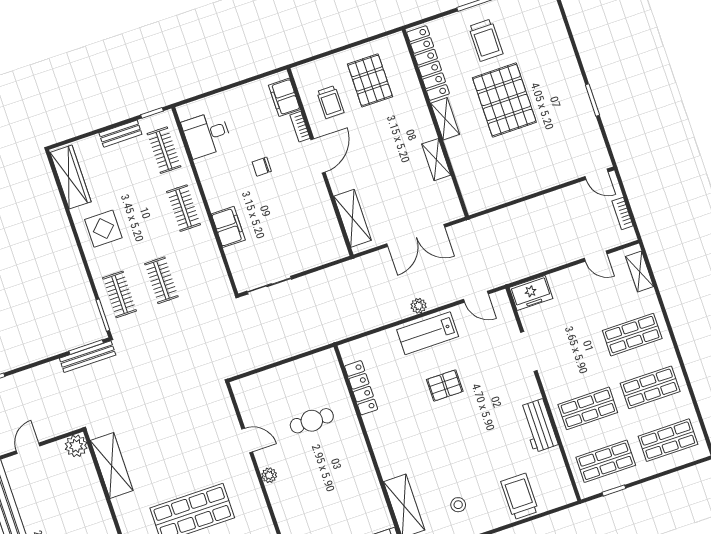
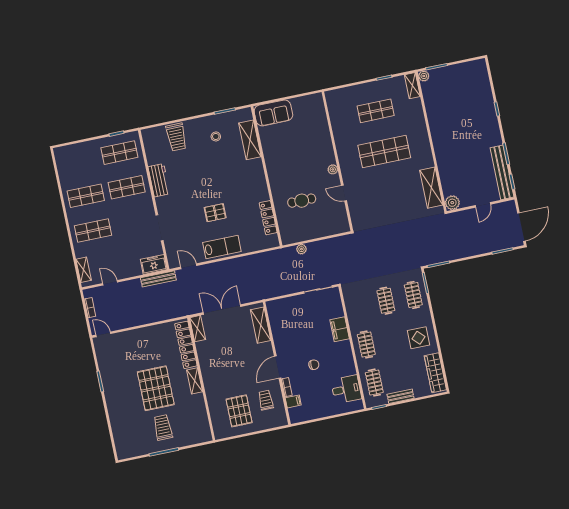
locker: (428, 63) -> (186, 345), moved
filing cabinet: (284, 97) -> (293, 401), width x0.50
shelving: (436, 160) -> (198, 329), moved
plant: (419, 306) -> (301, 249), moved
bench: (88, 357) -> (158, 279), moved
shop shelf: (668, 440) -> (79, 161), removed

